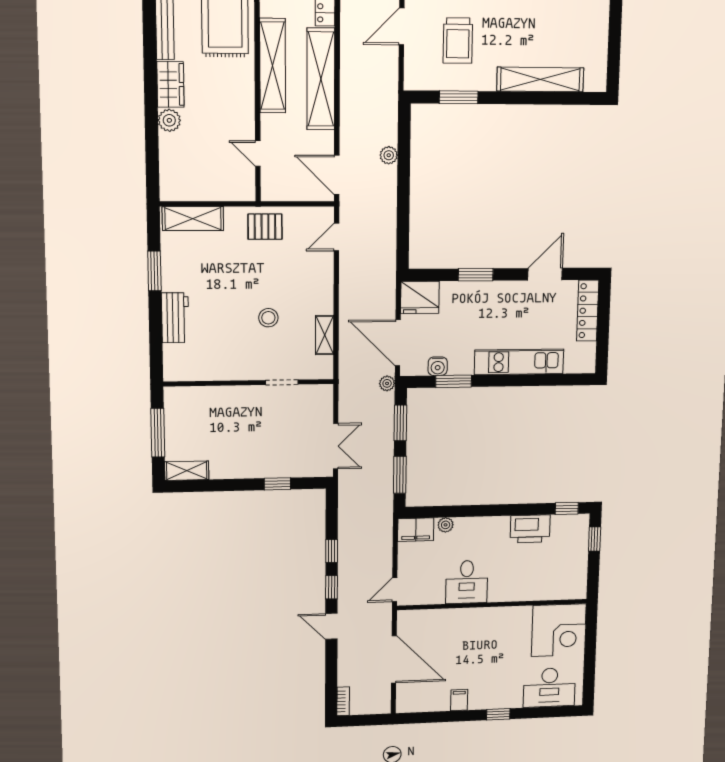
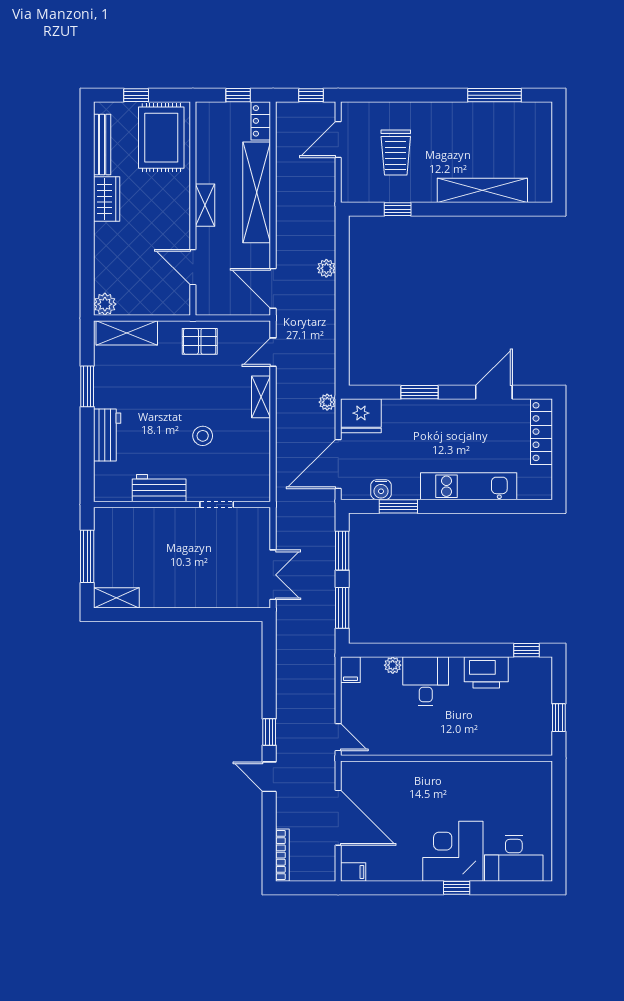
shelving: (273, 66) -> (205, 205), width x0.45, depth x0.75
window: (459, 97) -> (398, 209), width x0.67
plant: (169, 120) -> (105, 304), moved
door: (258, 154) -> (193, 267), width x1.38
shelving: (325, 335) -> (261, 397), moved
door: (398, 343) -> (338, 464), hinge flipped
workbench: (227, 368) -> (159, 488), added
plant: (387, 383) -> (327, 402), moved
window: (277, 484) -> (211, 615), removed
filing cabinet: (416, 530) -> (350, 670), width x0.50
window: (594, 539) -> (559, 718), moved
window: (332, 551) -> (269, 691), removed
desk: (467, 582) -> (426, 681), moved, turned 180
door: (395, 590) -> (338, 737), swing flipped
corner desk: (559, 630) -> (453, 851), moved, turned 180
filing cabinet: (459, 700) -> (353, 872), moved, turned 90
bookcase: (343, 701) -> (282, 855), width x1.56

